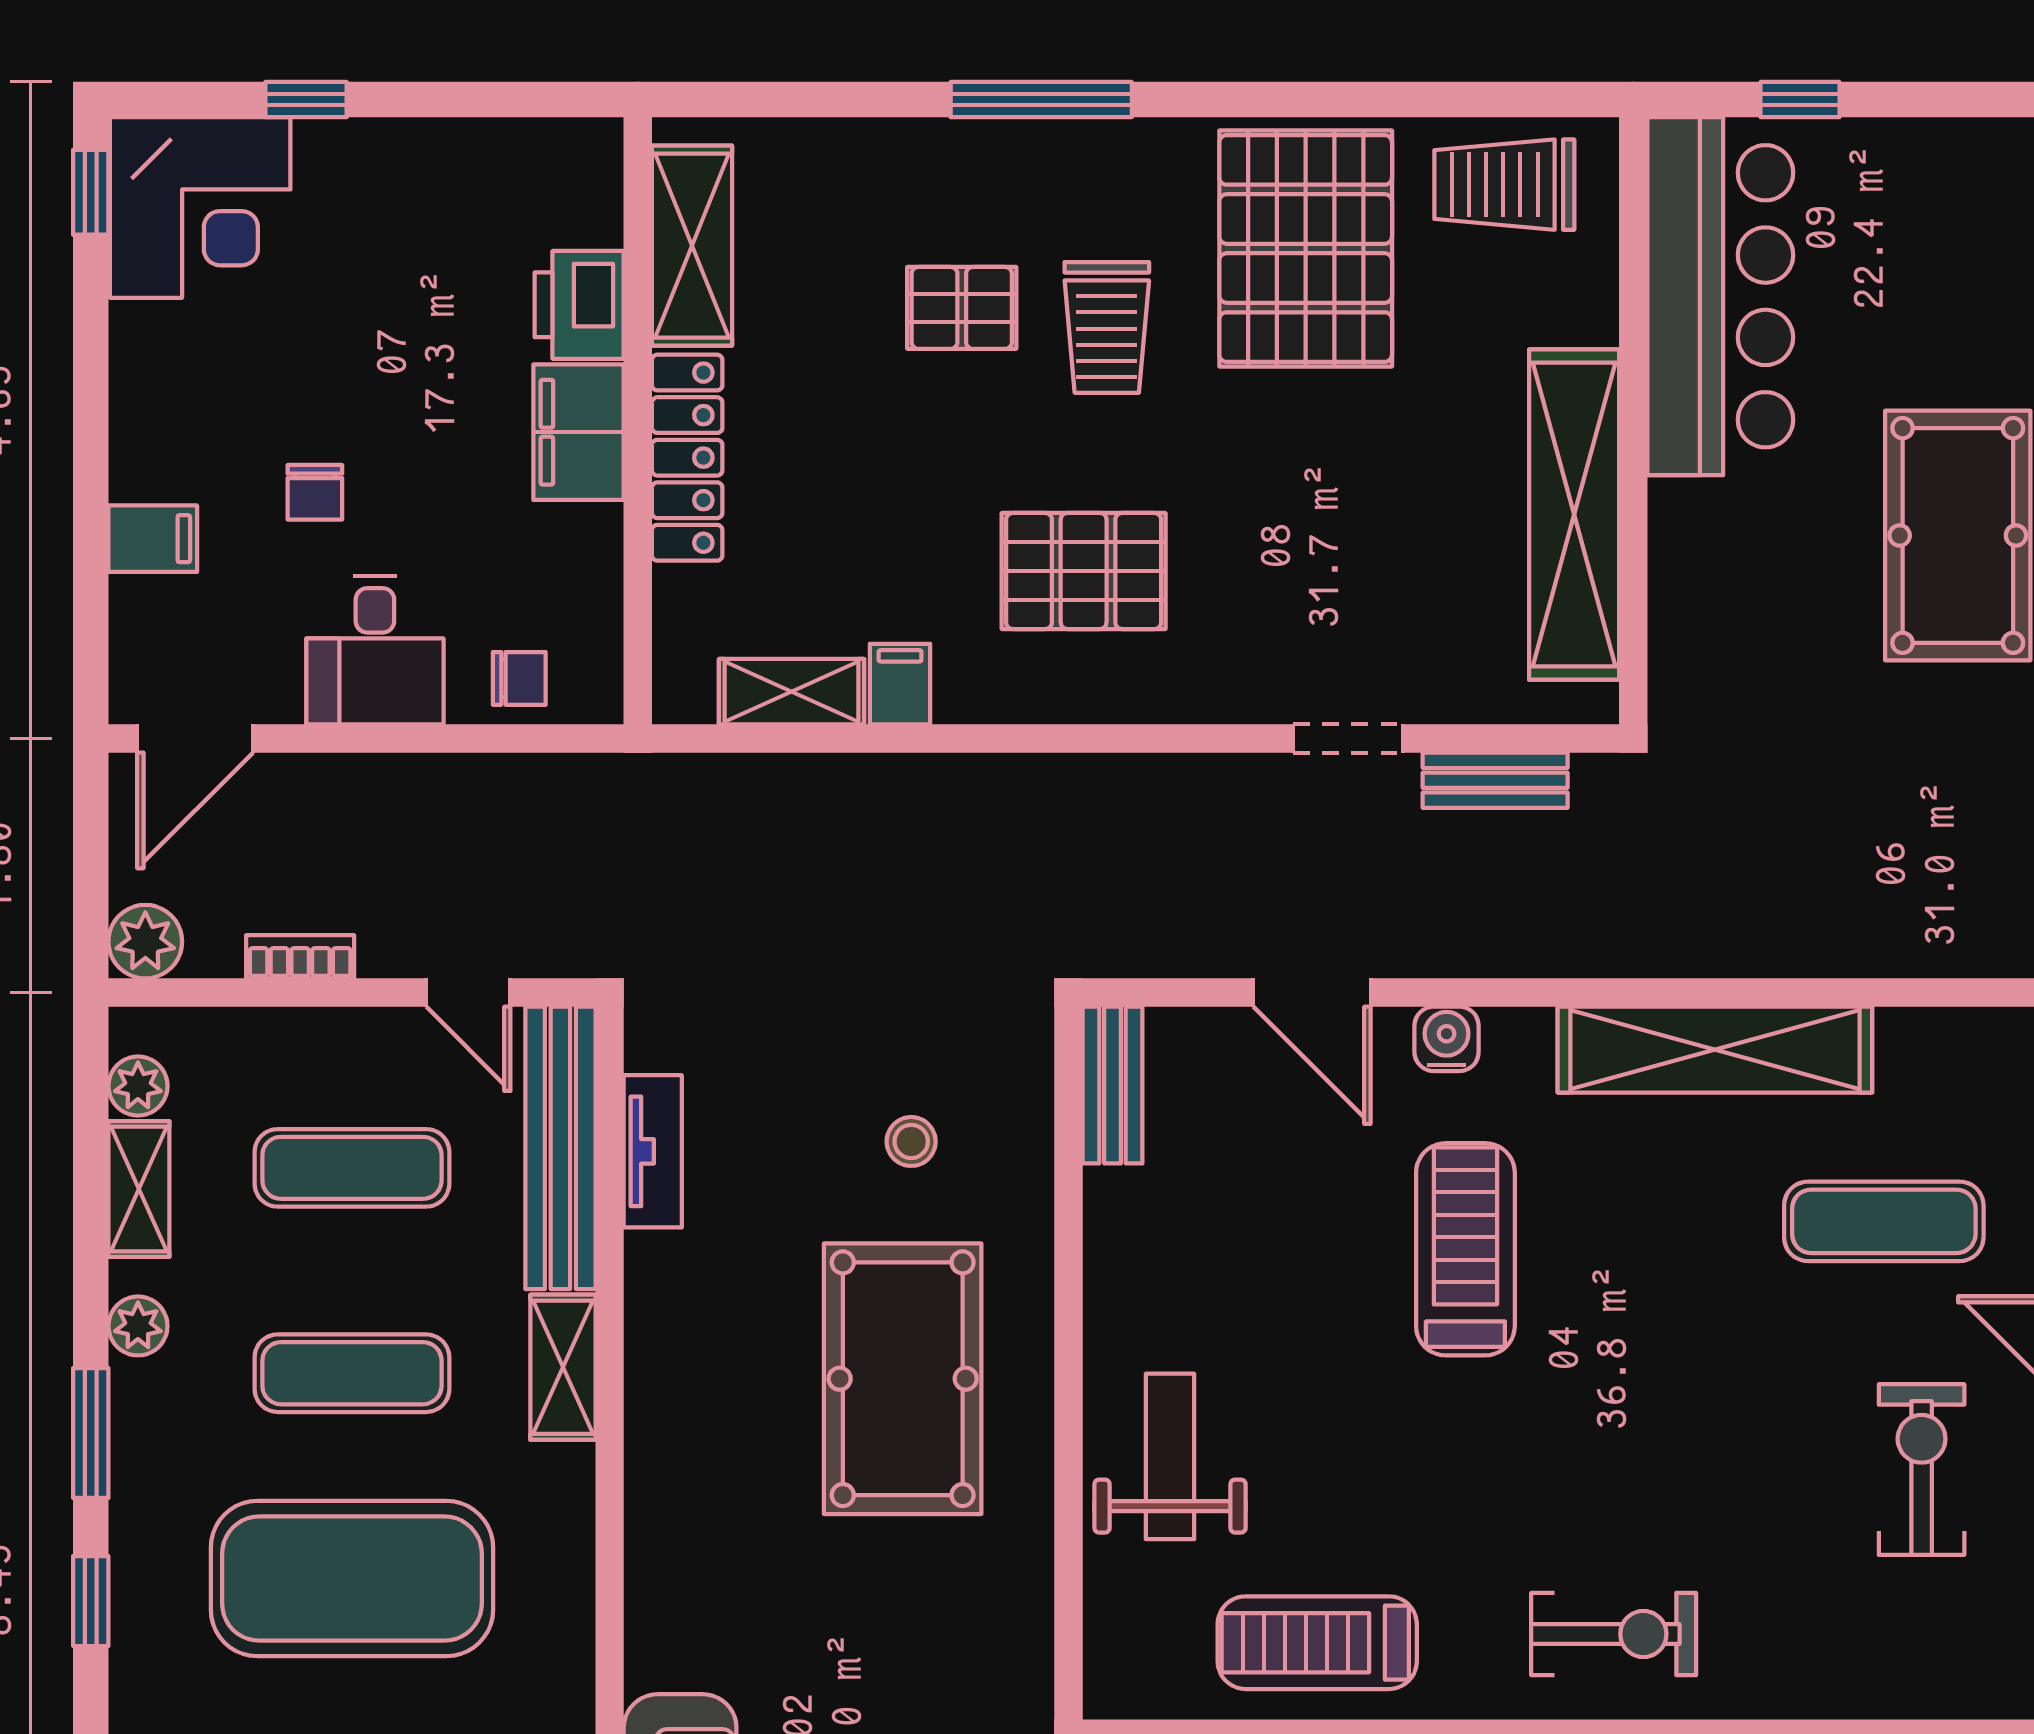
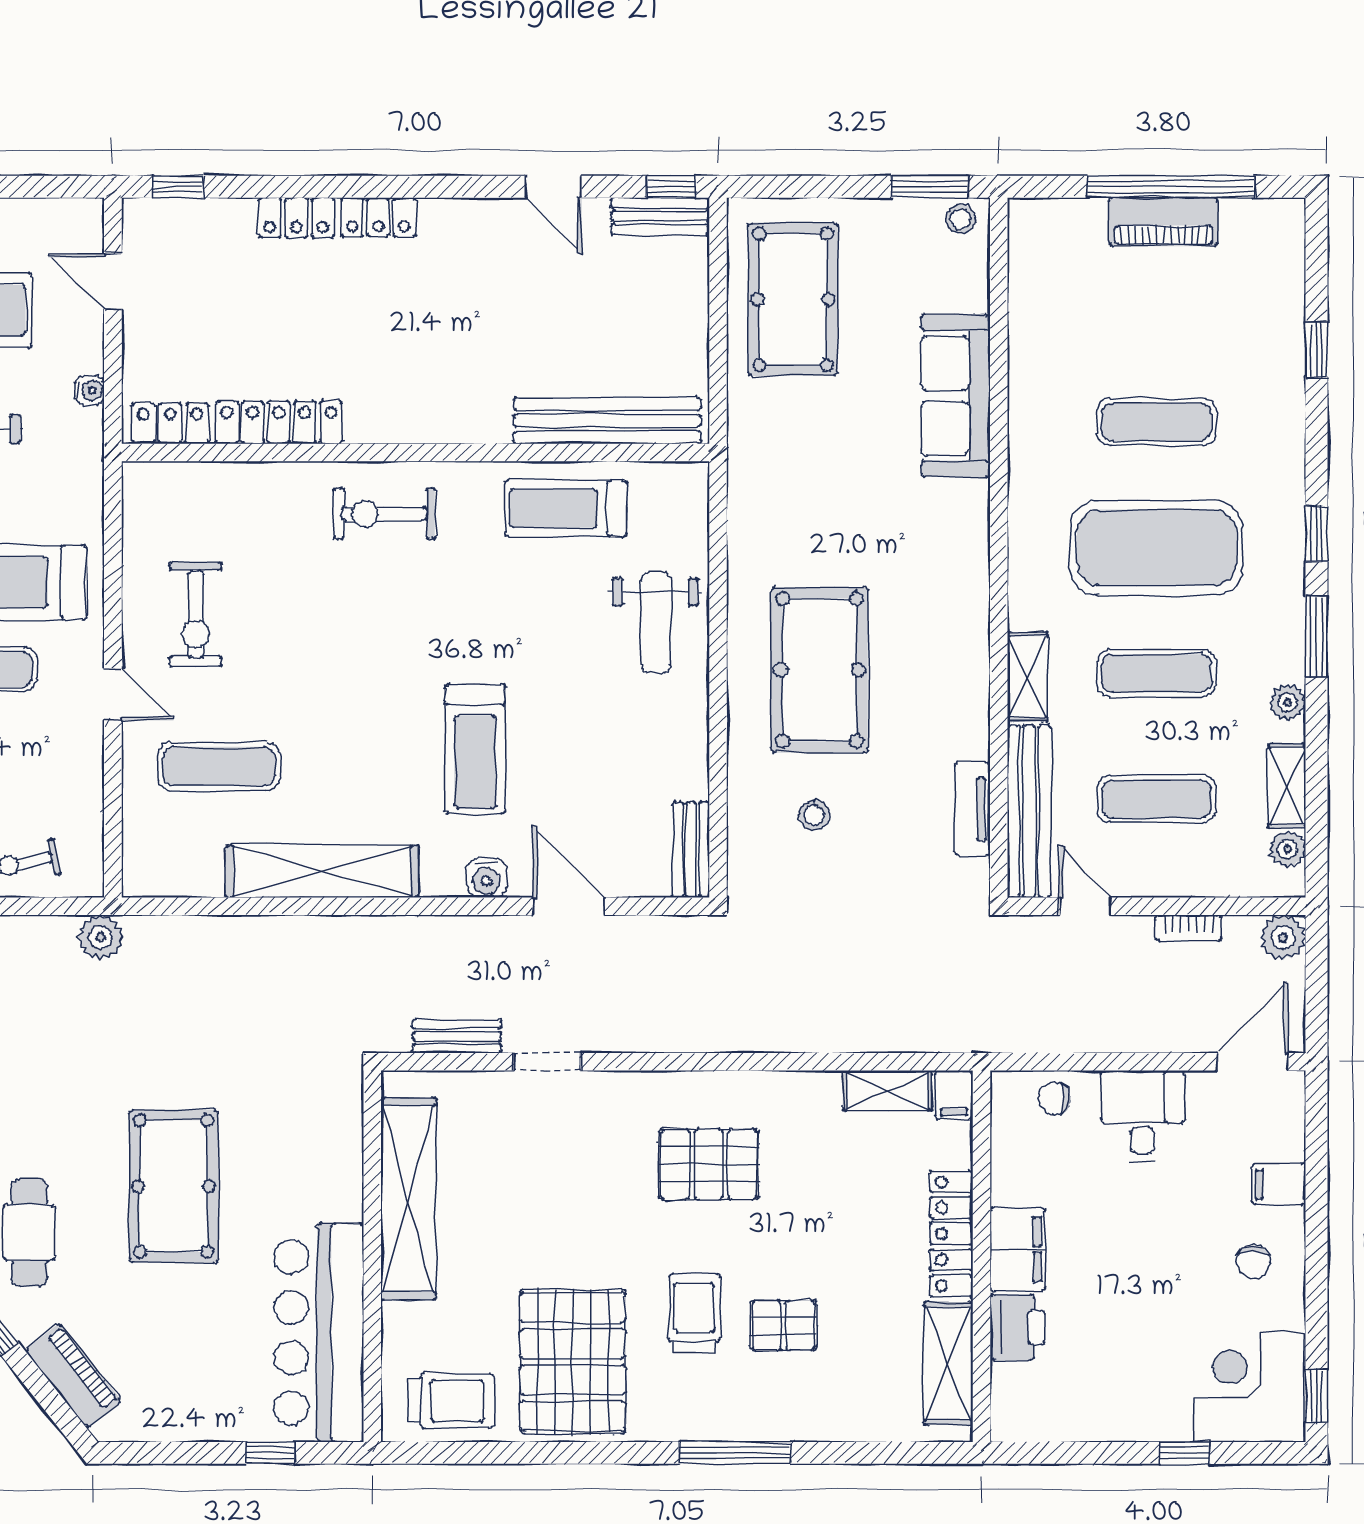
chair: (315, 492) -> (1253, 1262), moved, turned 180
filing cabinet: (900, 684) -> (954, 1095), moved
treadmill: (1317, 1643) -> (566, 508), turned 180

